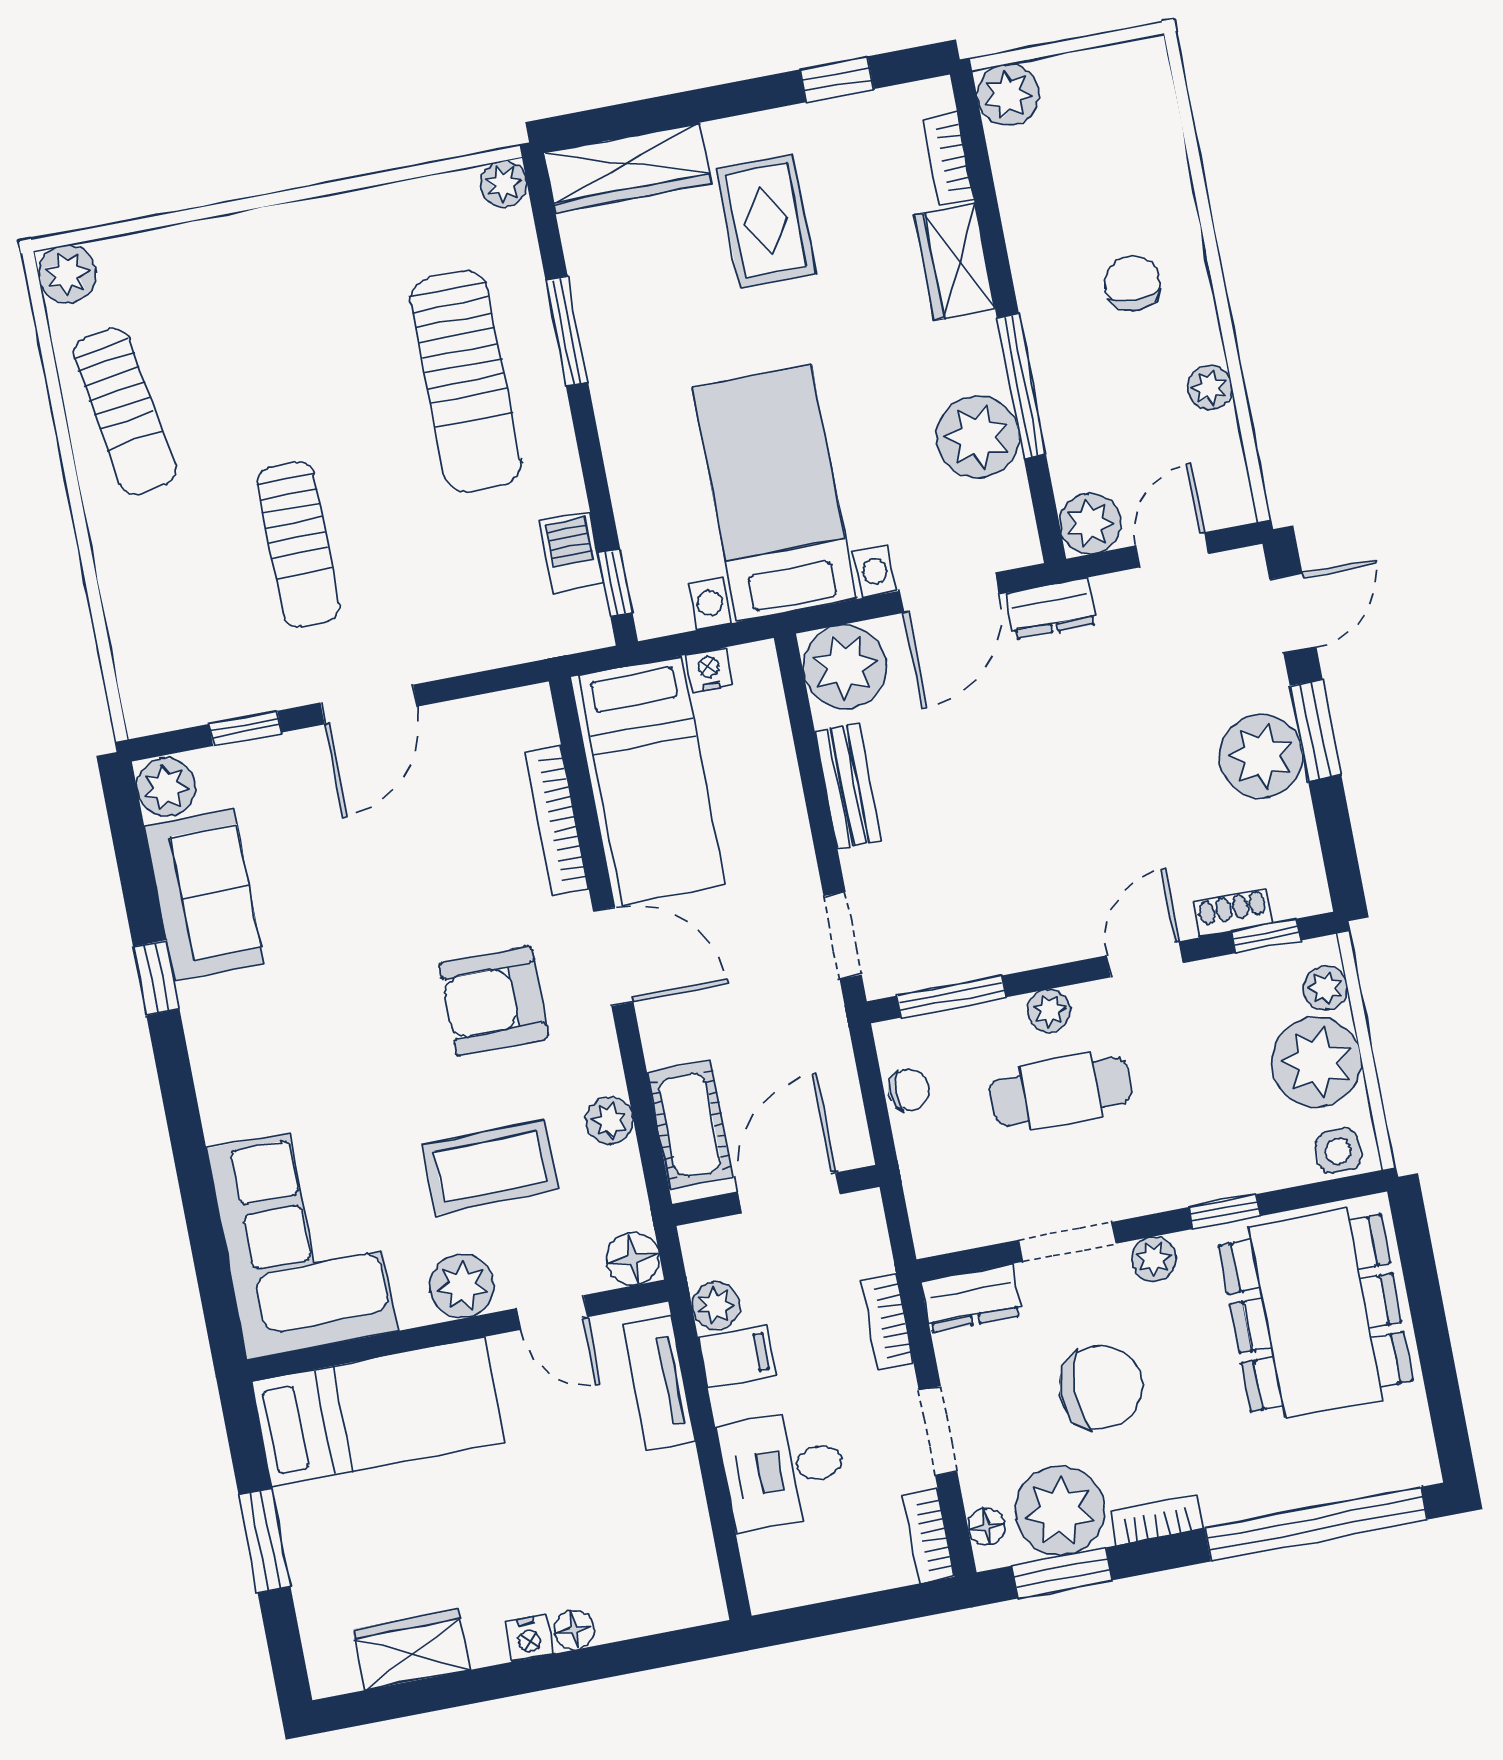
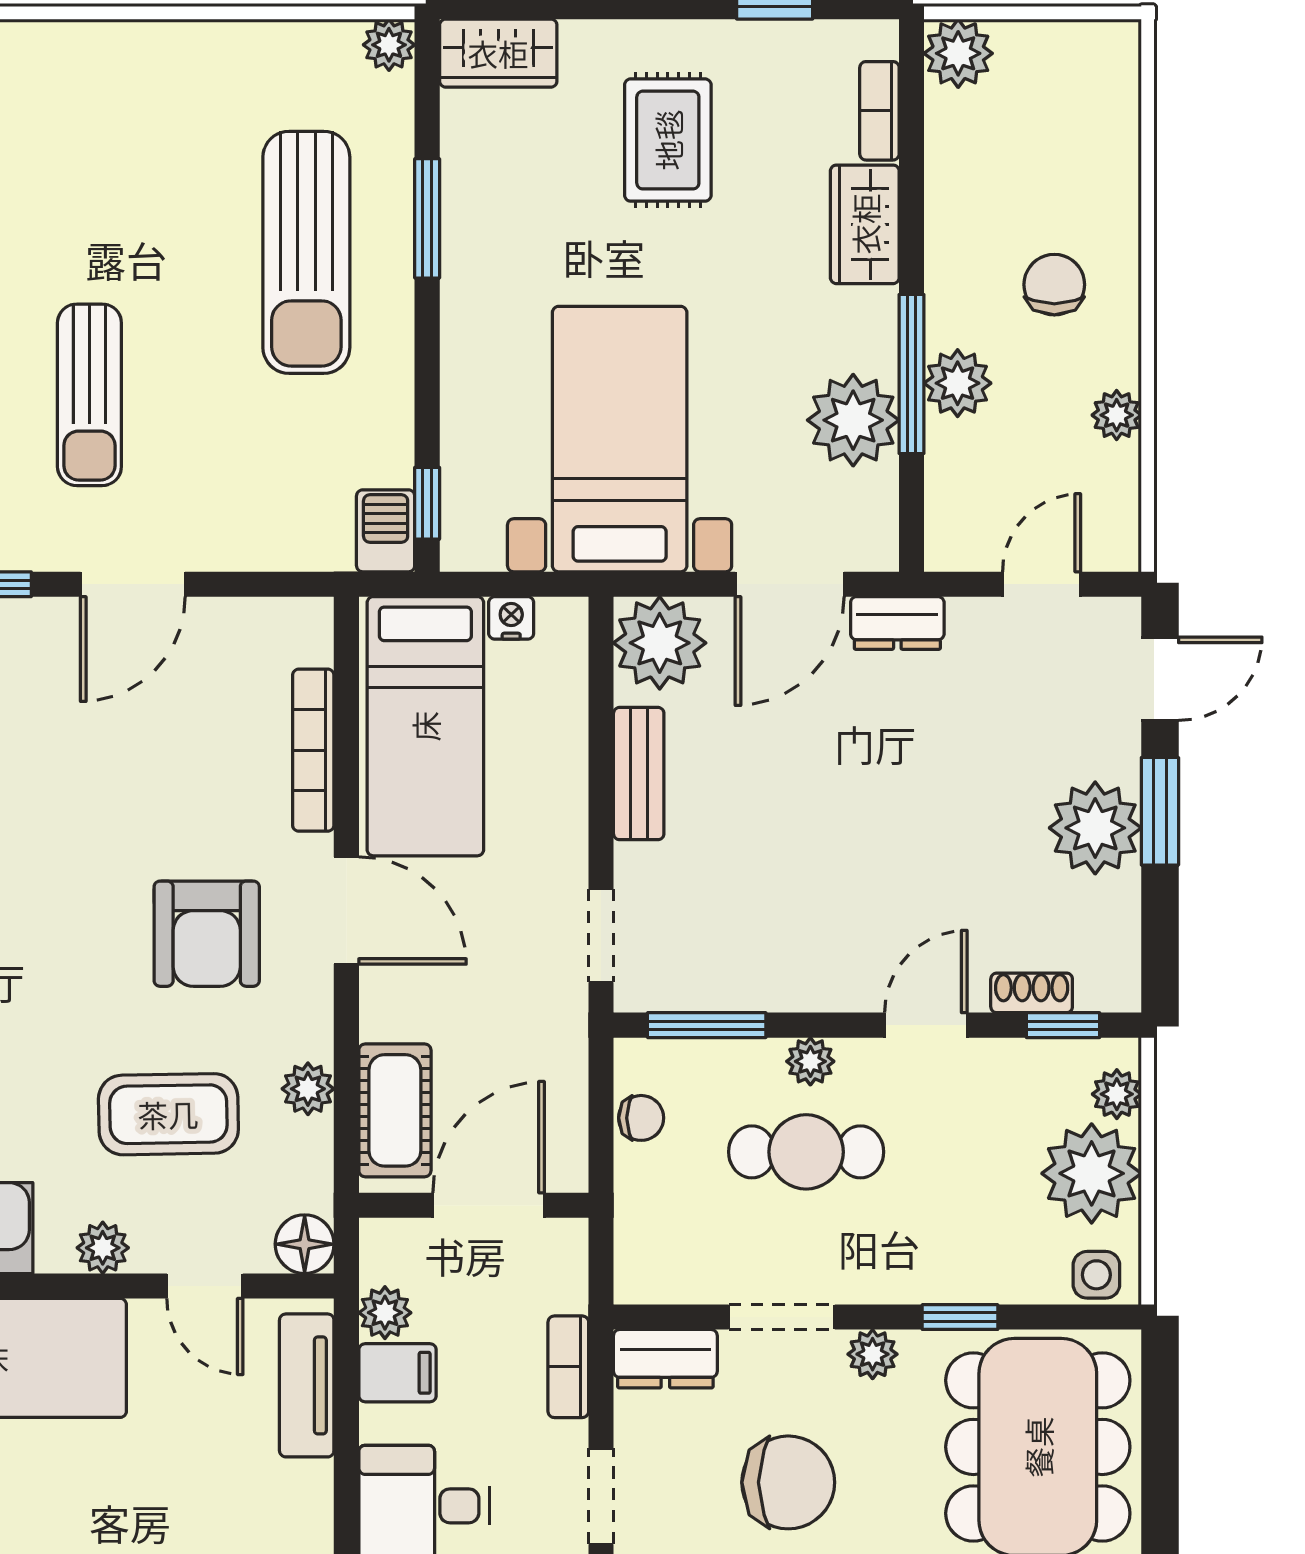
wardrobe: (627, 168) -> (498, 53), width x0.67
plant: (1090, 523) -> (958, 383), moved
barbecue: (571, 552) -> (386, 531), moved
armchair: (494, 1001) -> (207, 934), turned -90
plant: (462, 1286) -> (103, 1248), width x0.73, depth x0.73

